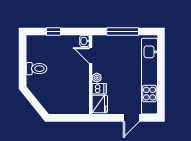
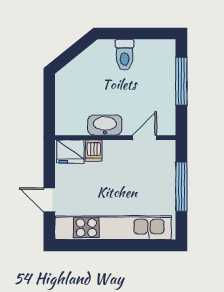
window: (54, 31) -> (181, 81), width x2.17
washbasin: (84, 41) -> (105, 125), moved, width x1.91, depth x1.45
plant: (97, 78) -> (111, 147), removed

